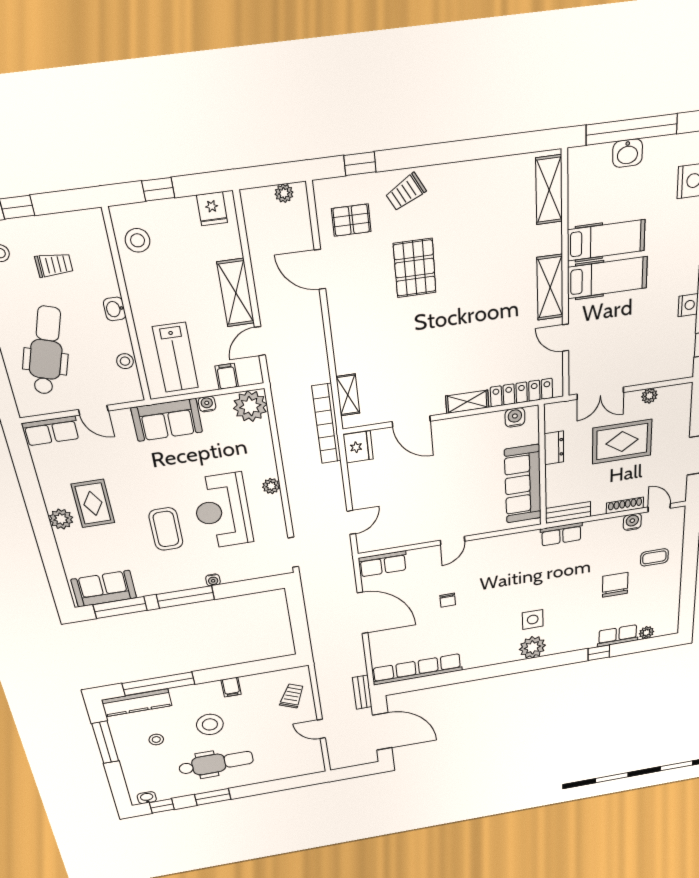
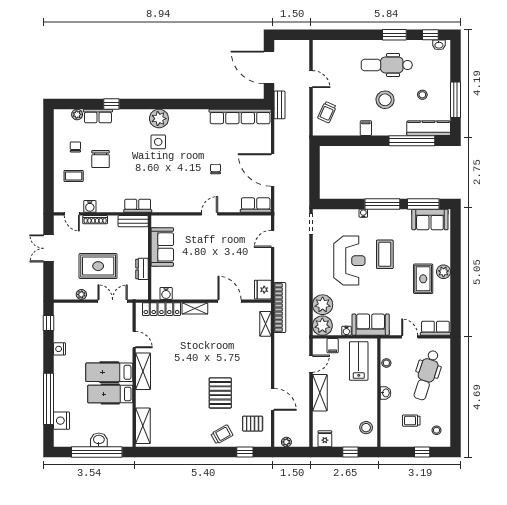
sofa: (523, 484) -> (162, 247), width x0.73
plant: (271, 486) -> (323, 305), moved, width x1.88, depth x1.88
chair: (650, 594) -> (75, 147), added

